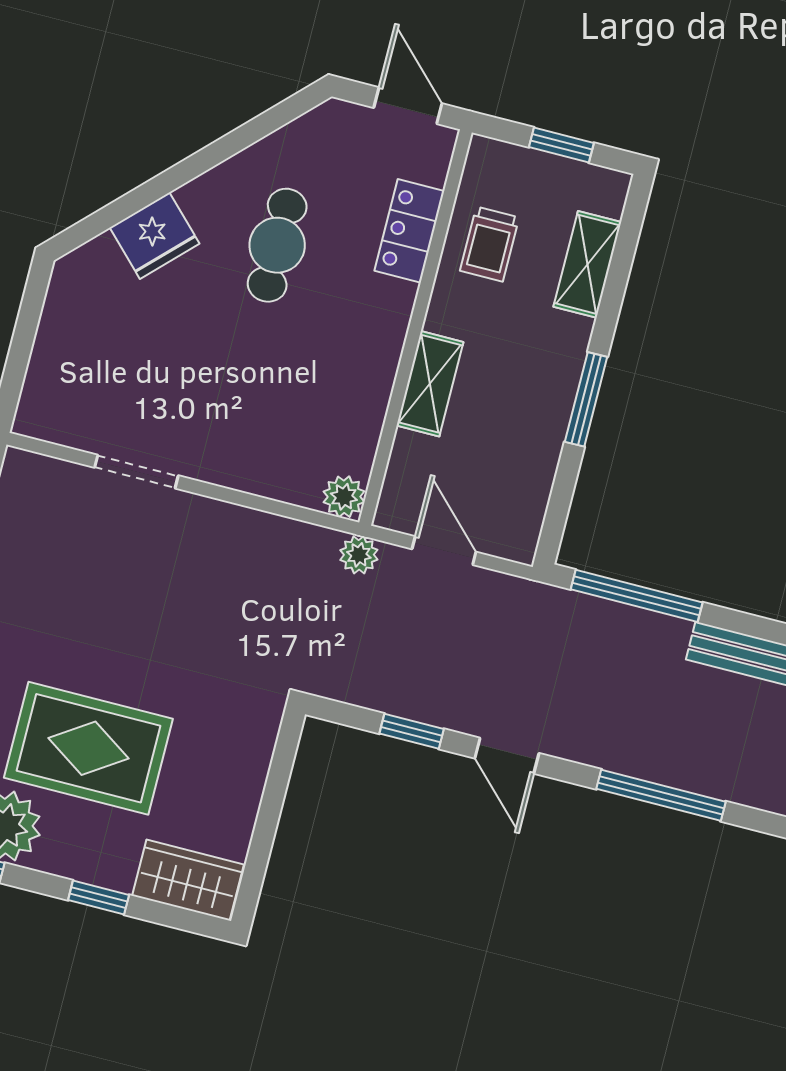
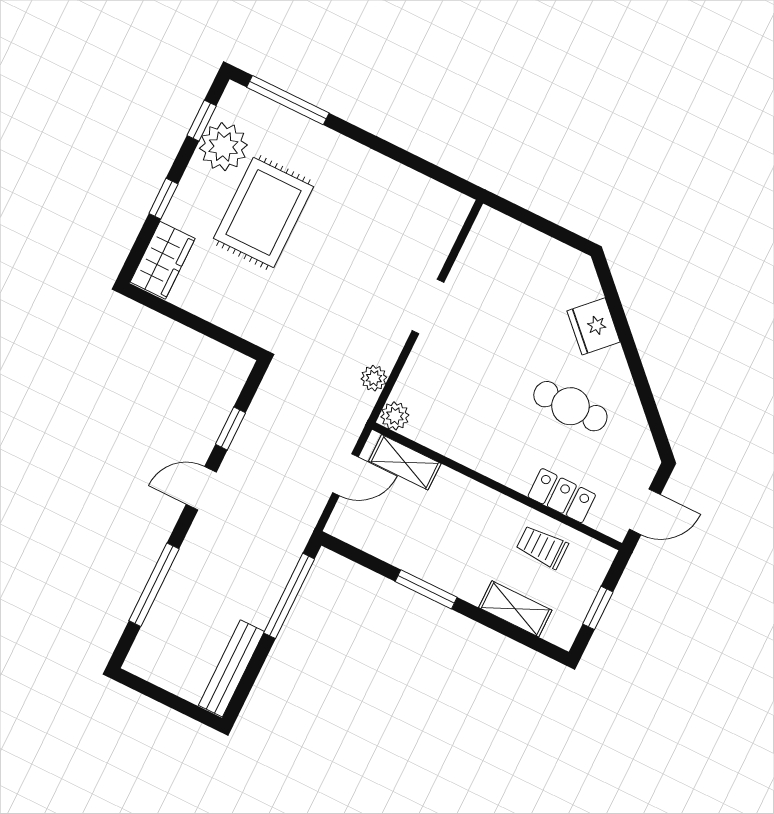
shelving: (430, 384) -> (405, 462), moved
doorway: (136, 472) -> (428, 306), moved
plant: (359, 555) -> (374, 378), moved

